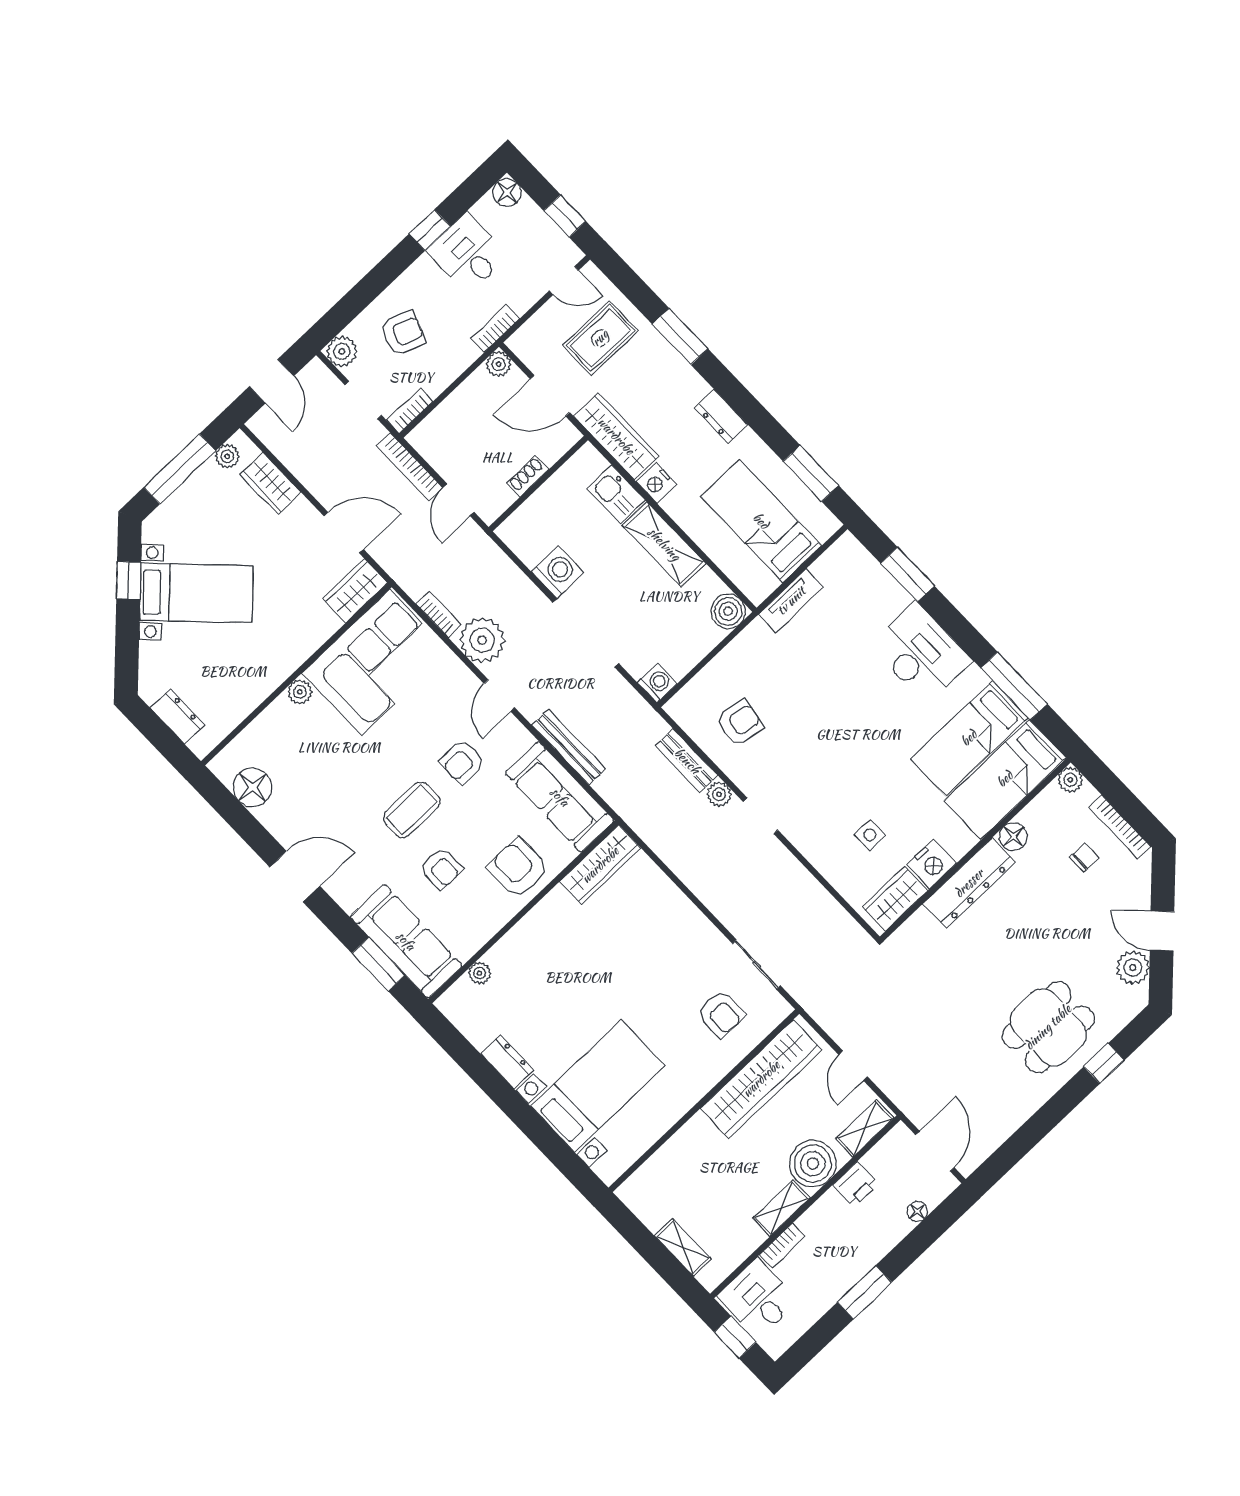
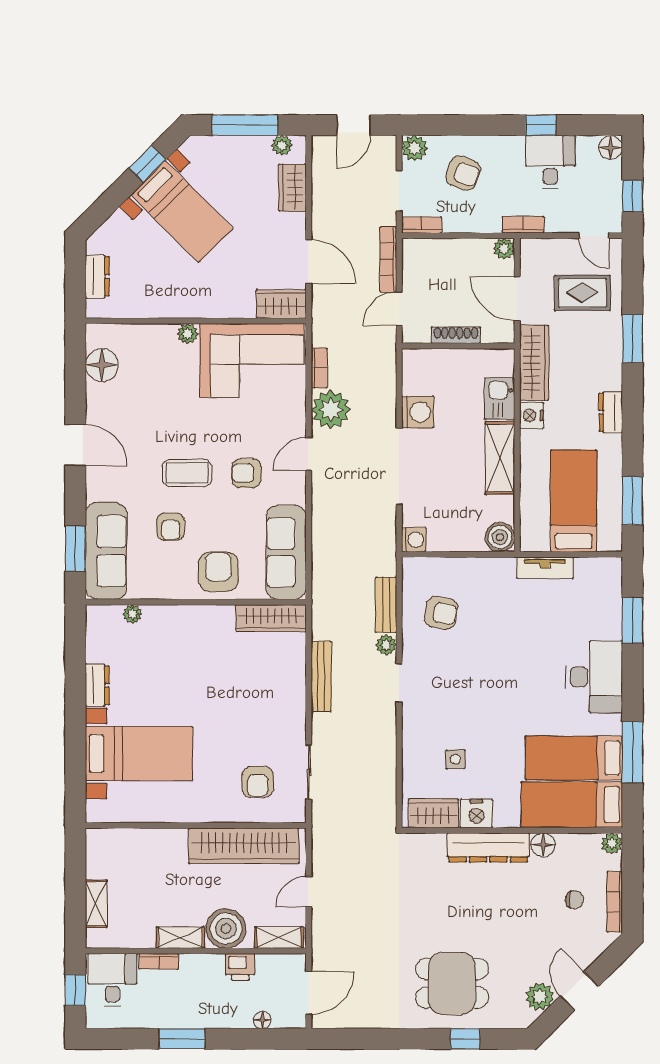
shoe rack: (528, 476) -> (456, 335), width x1.43
bench: (569, 747) -> (321, 677), moved

